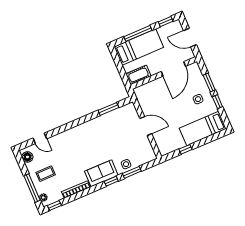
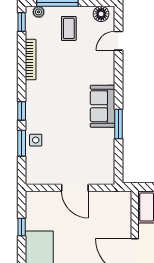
window: (108, 109) -> (119, 124), moved
door: (146, 126) -> (75, 188), hinge flipped
sofa: (101, 173) -> (103, 106), moved, turned 180

